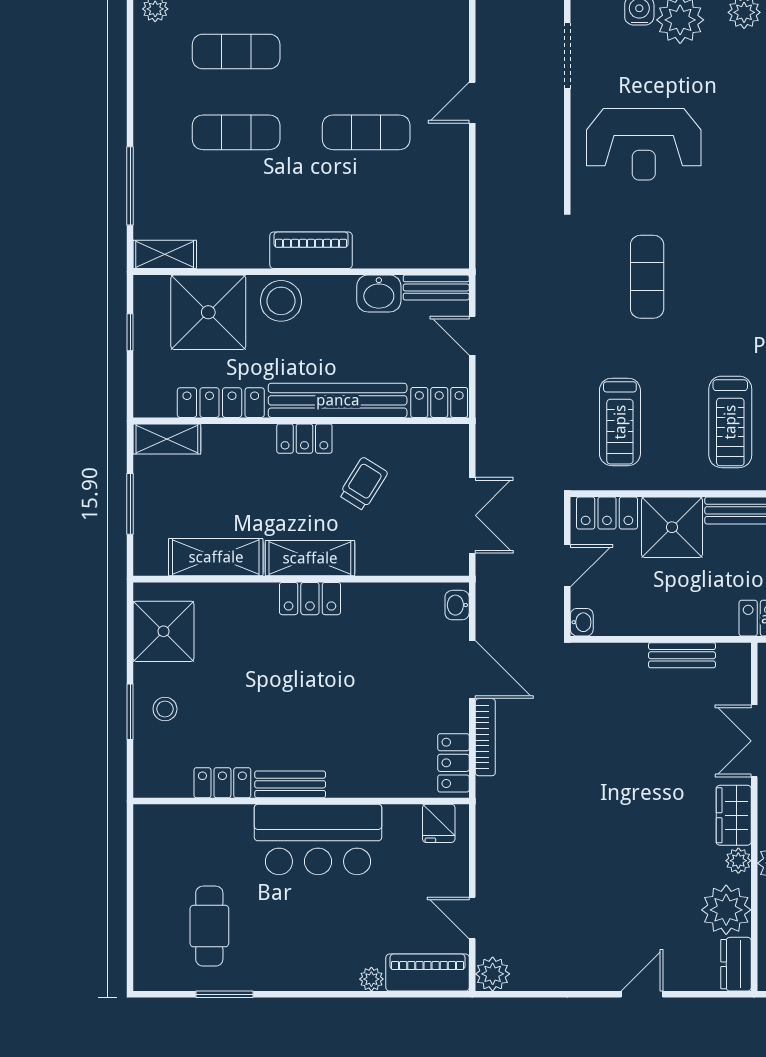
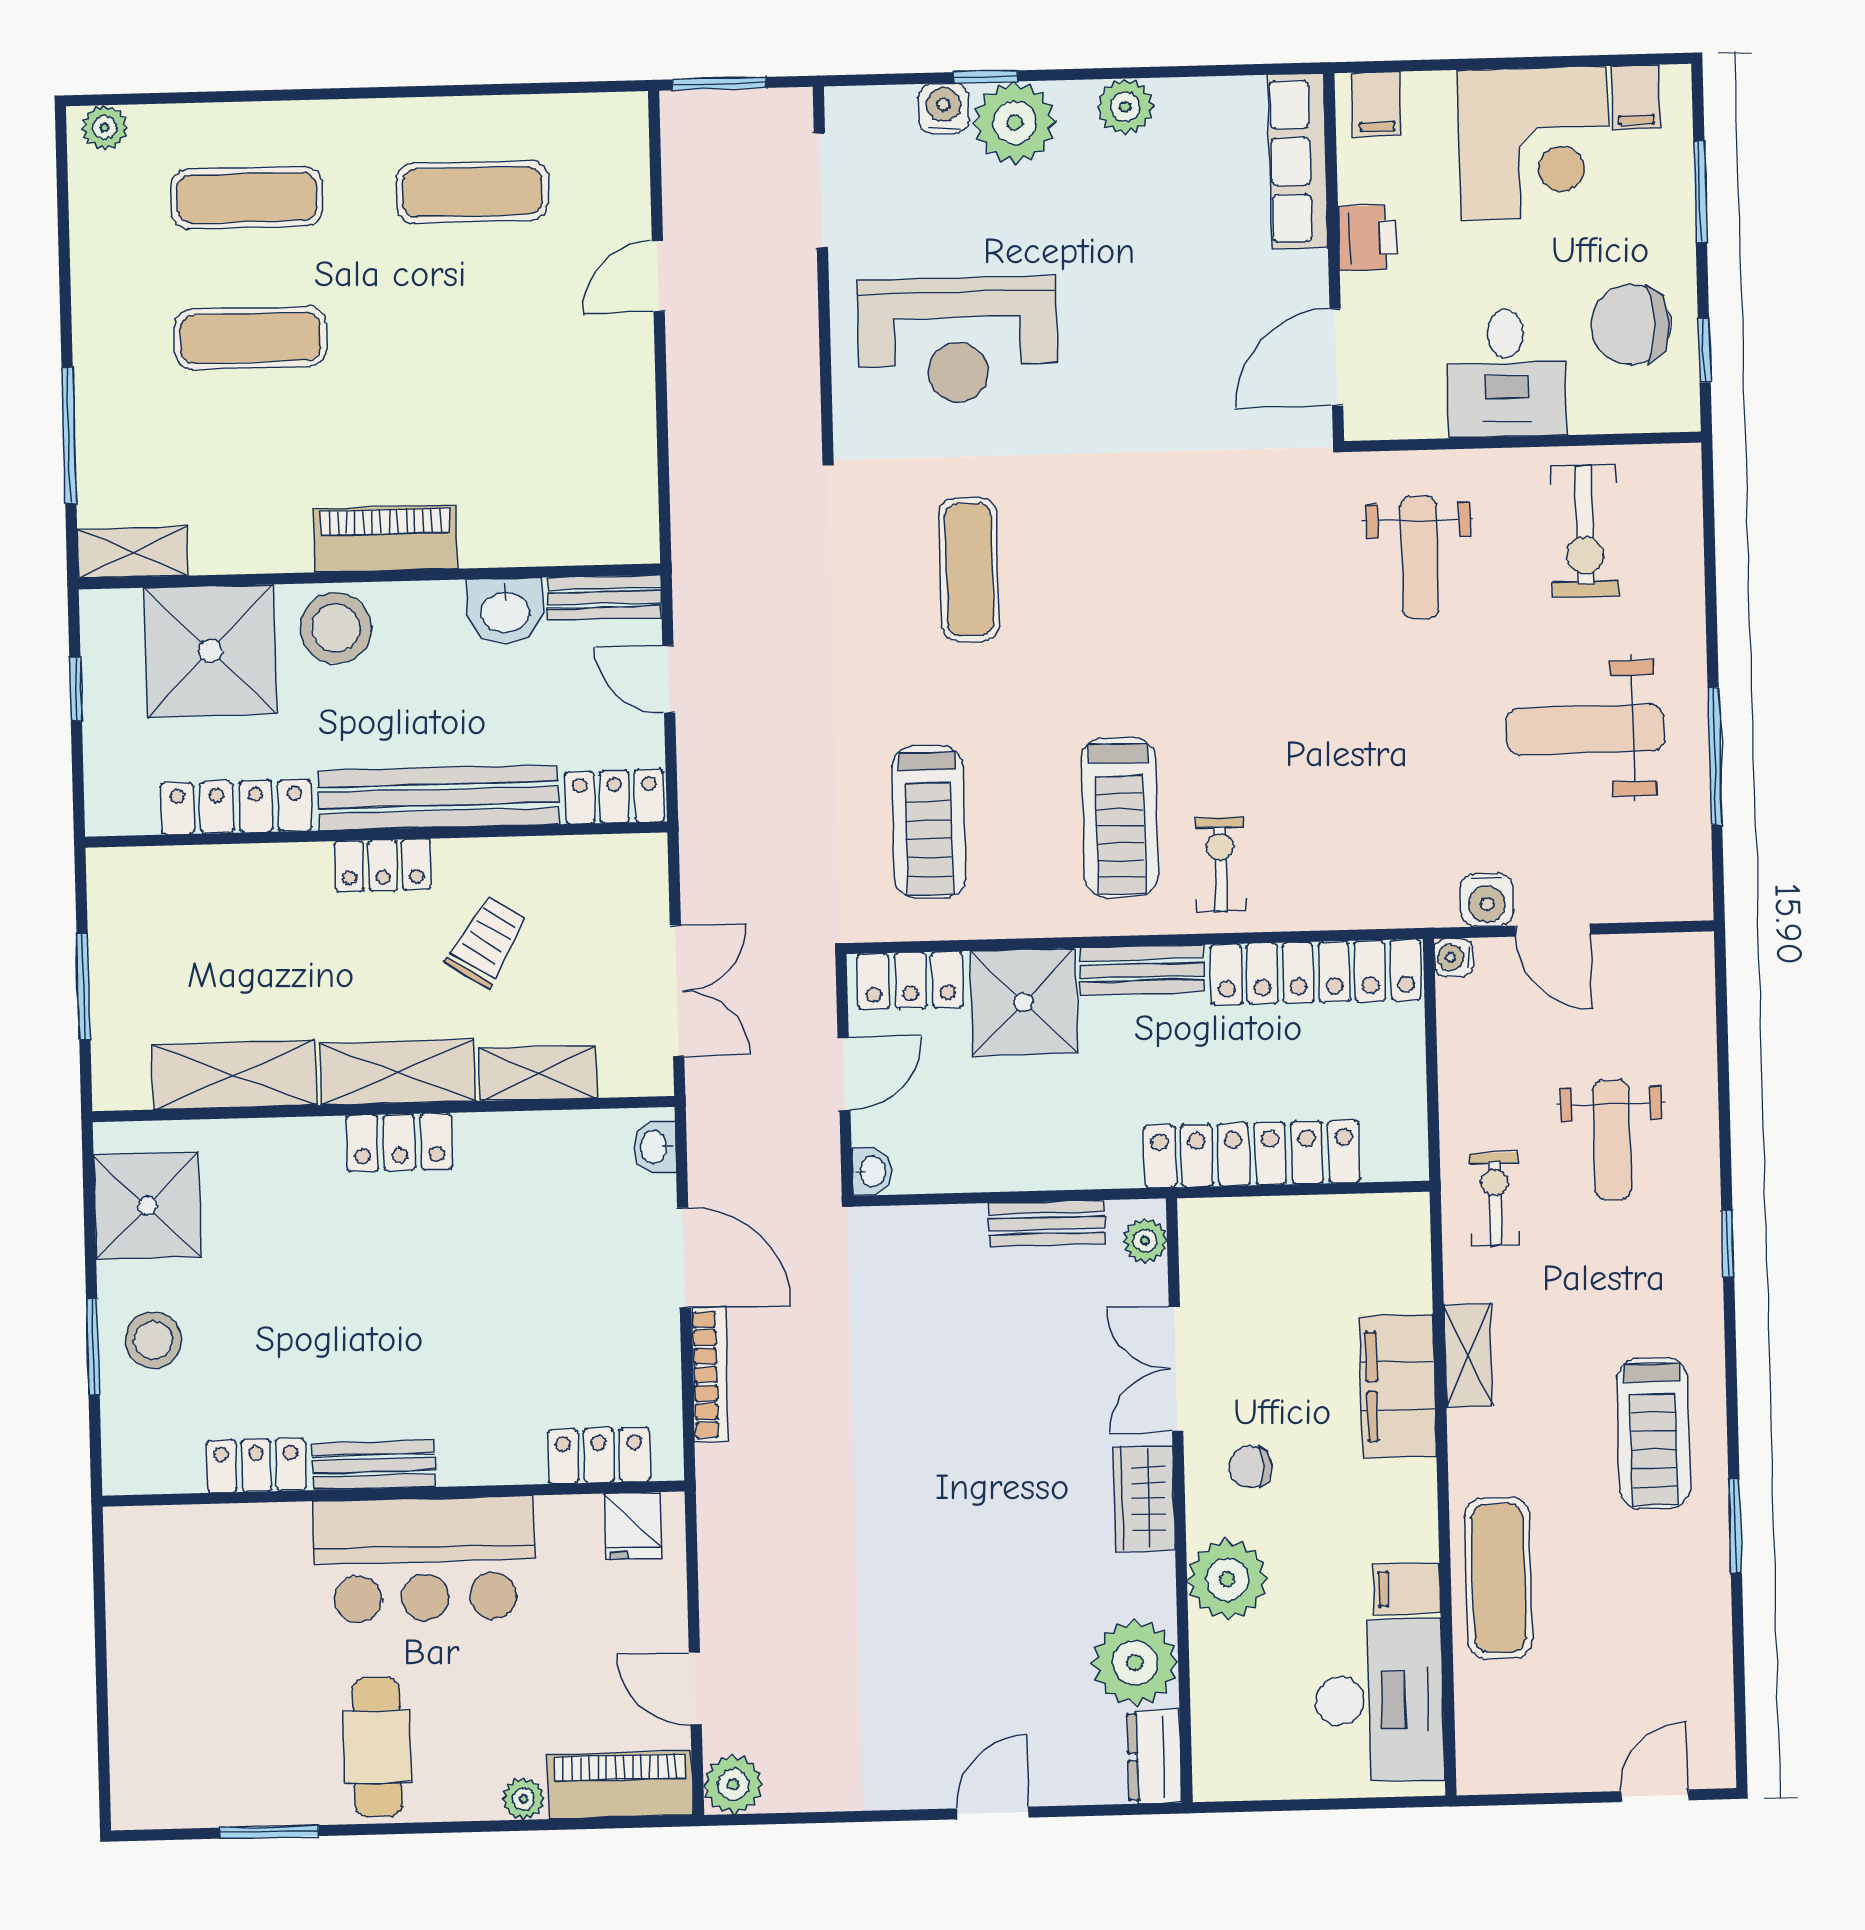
exercise mat: (366, 132) -> (472, 192), moved
shelving: (167, 439) -> (538, 1073), moved
stool: (165, 709) -> (153, 1340), width x1.37, depth x1.37
locker: (453, 763) -> (599, 1455), moved, turned 90
plant: (738, 861) -> (1145, 1241), moved
cafe table: (209, 926) -> (377, 1747), moved

